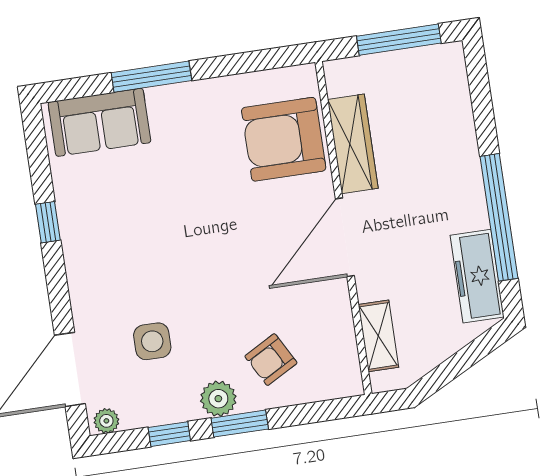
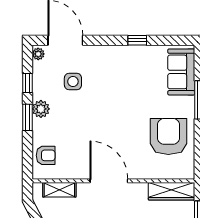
armchair: (284, 139) -> (168, 136), moved
wardrobe: (353, 144) -> (172, 191), moved
armchair: (271, 360) -> (46, 155), moved, turned 119

